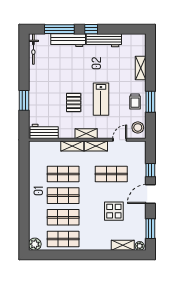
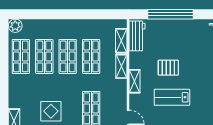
window: (24, 100) -> (170, 14), width x2.11
shelving: (96, 146) -> (121, 41), moved

